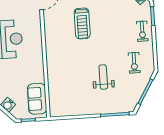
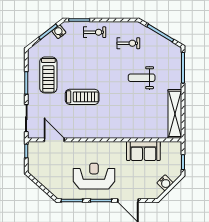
sofa: (37, 99) -> (143, 151), moved
shelving: (72, 110) -> (175, 114), added

